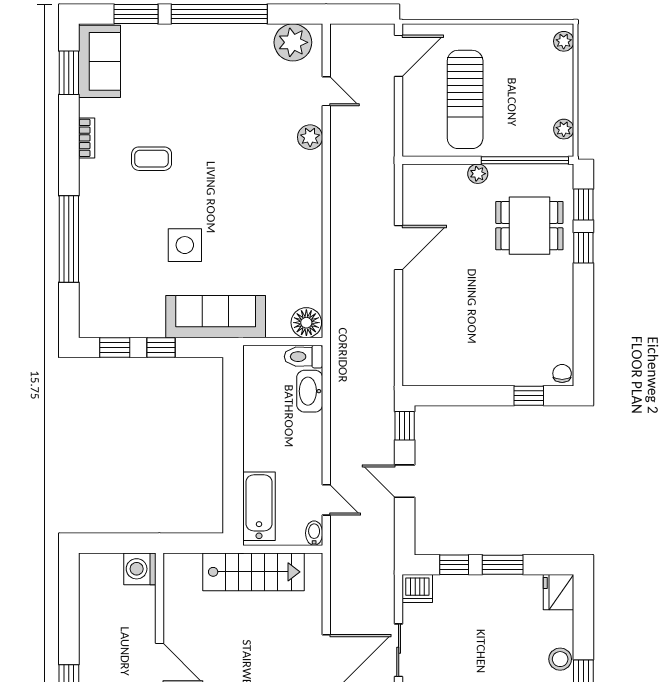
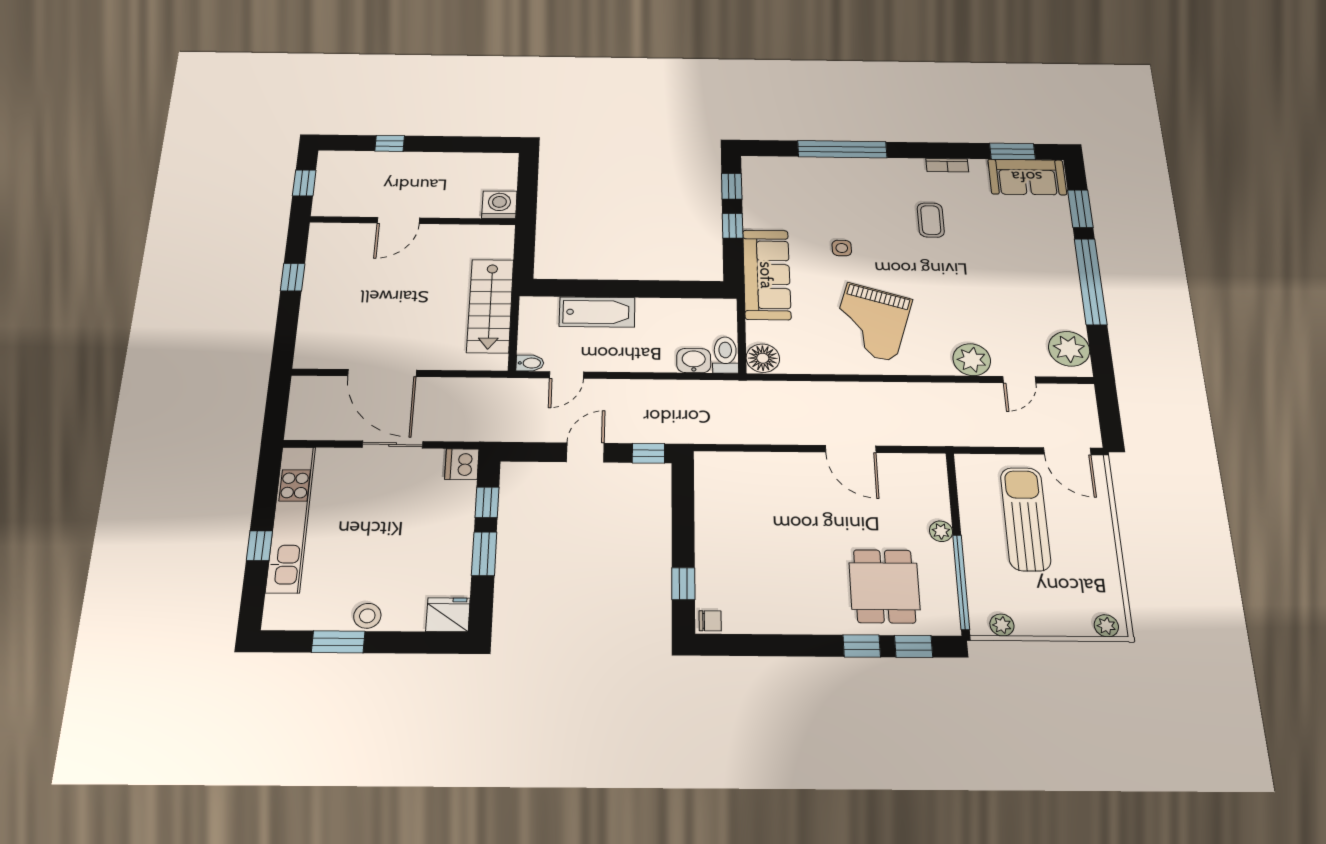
sun lounger: (465, 99) -> (1025, 519), turned 90
plant: (310, 137) -> (972, 360), width x1.36, depth x1.36
grand piano: (267, 222) -> (871, 322), added
side table: (185, 245) -> (842, 248), width x0.54, depth x0.54
washbasin: (310, 391) -> (694, 361), width x0.72
bathtub: (259, 506) -> (597, 312), moved

